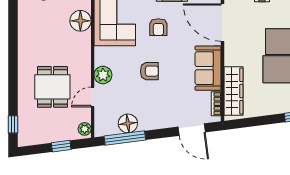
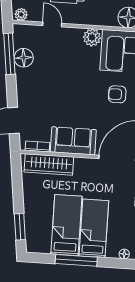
armchair: (149, 71) -> (74, 82), removed
plant: (103, 75) -> (92, 37), moved

